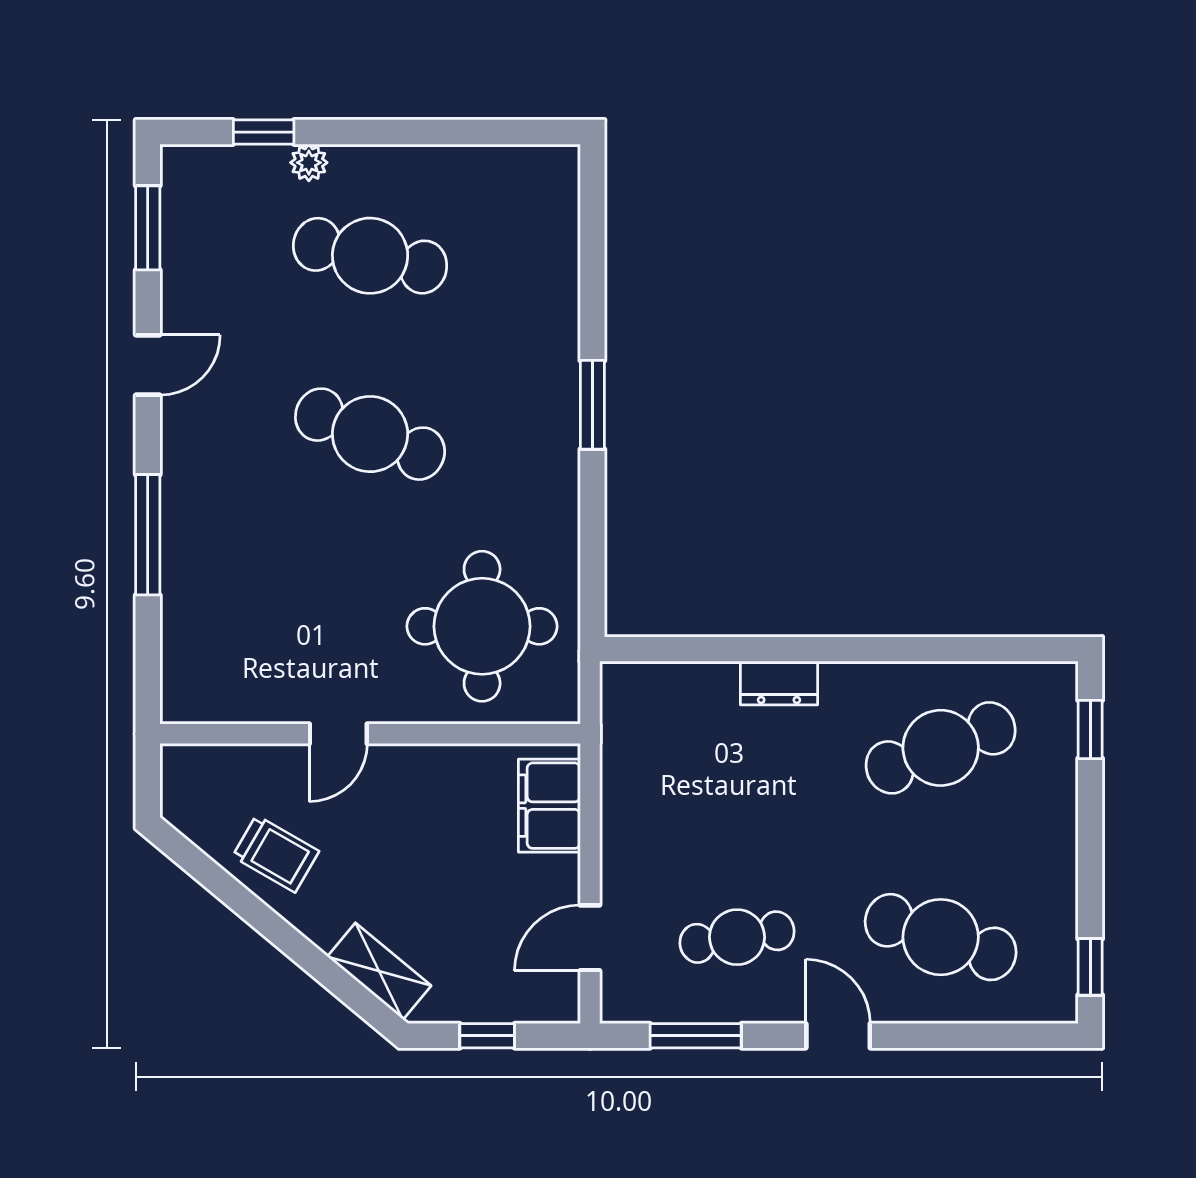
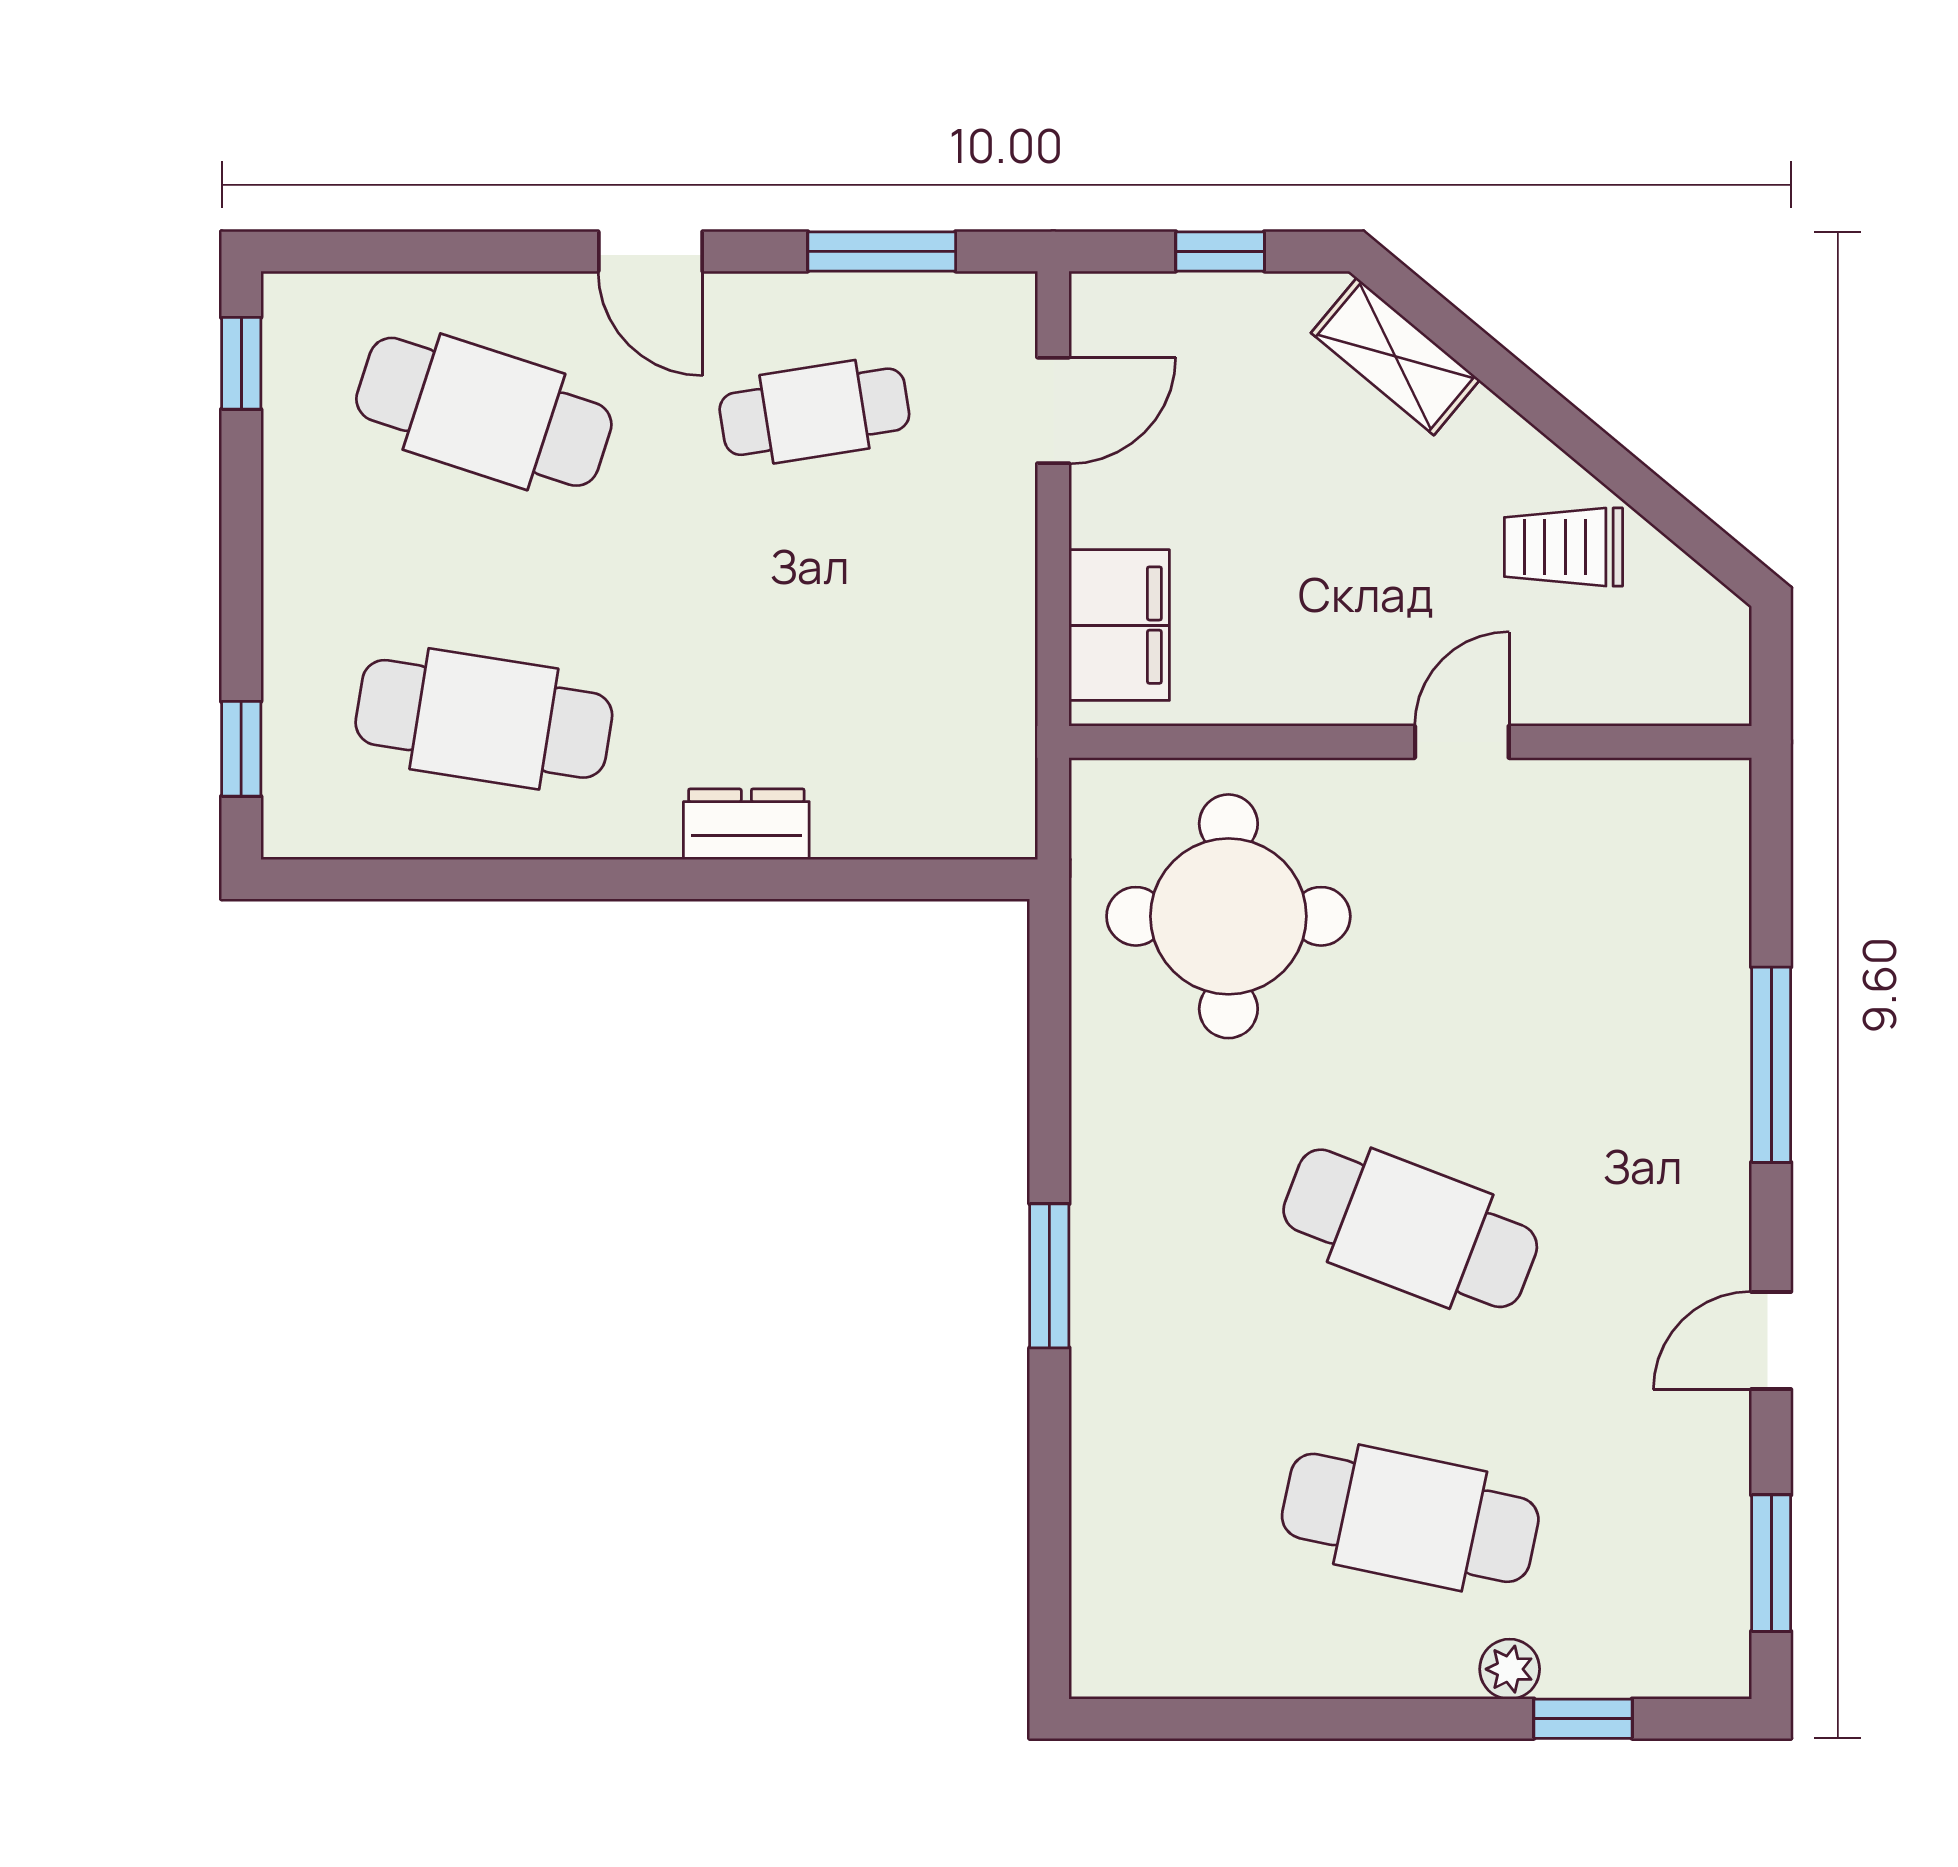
cafe table: (941, 748) -> (484, 719), turned 30
trolley: (276, 854) -> (1563, 547), turned -30

